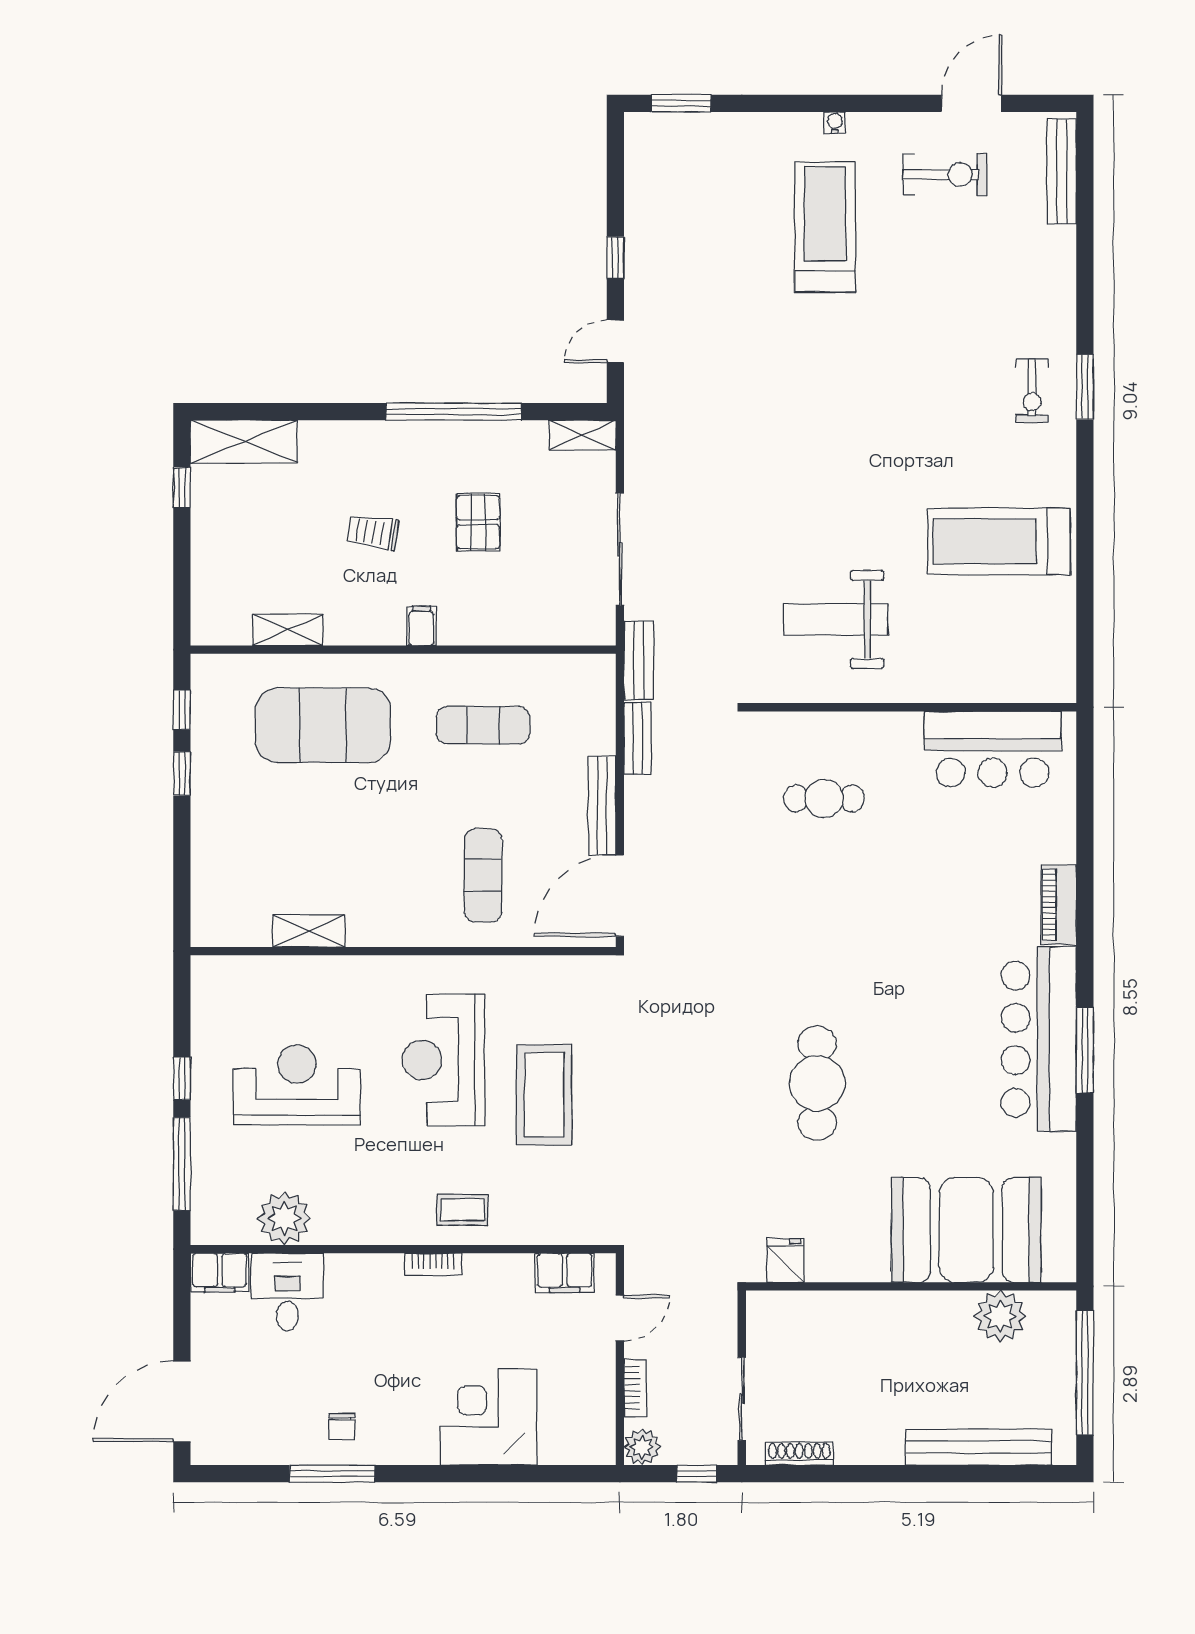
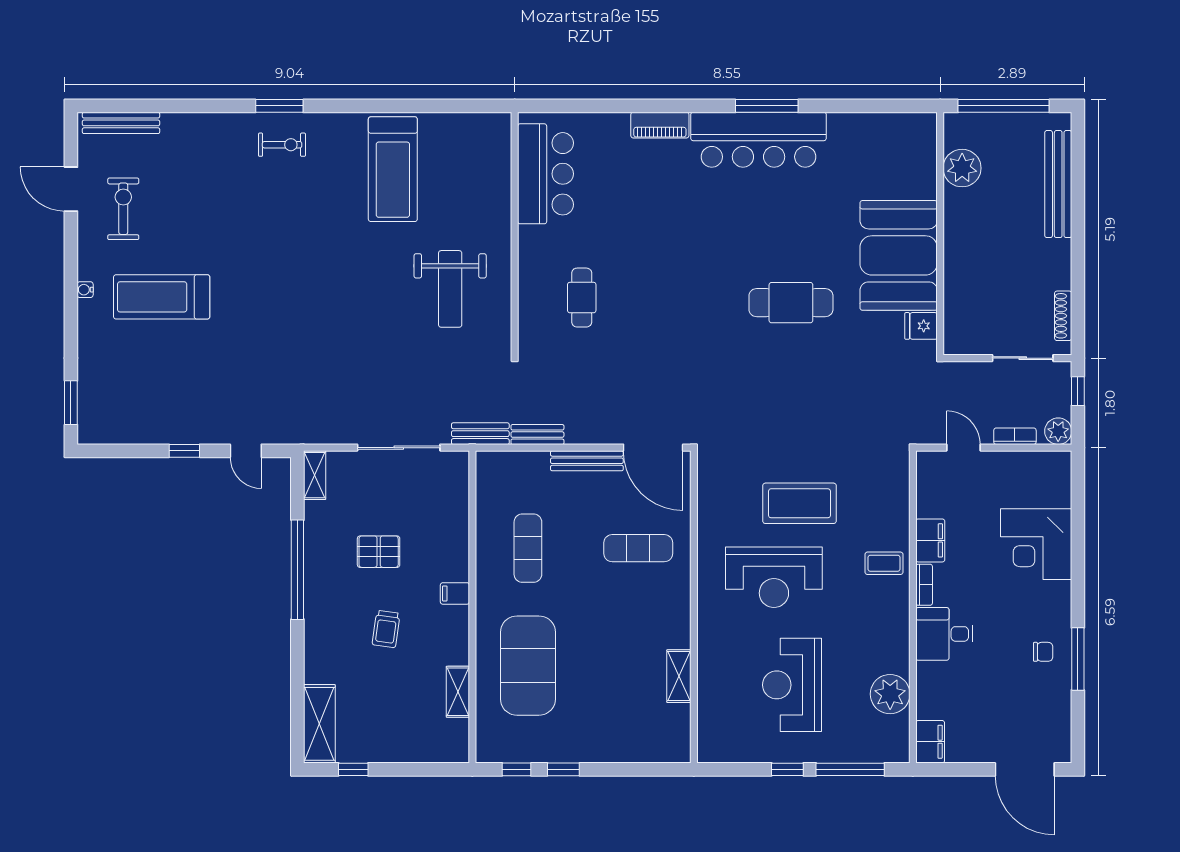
coffee table: (462, 1210) -> (884, 563), turned 90
booth: (966, 1230) -> (899, 255), moved
filing cabinet: (565, 1273) -> (930, 540), moved
desk: (287, 1292) -> (944, 634), moved

